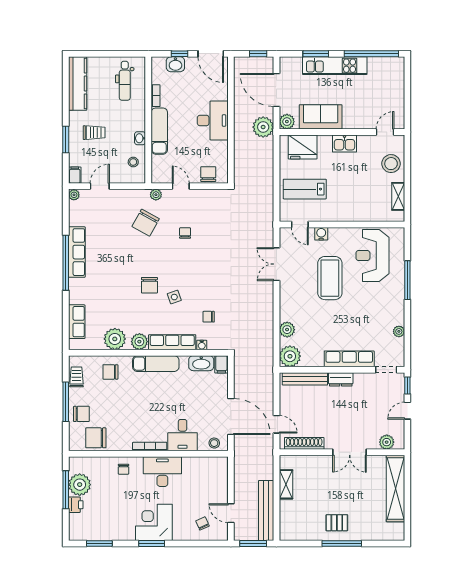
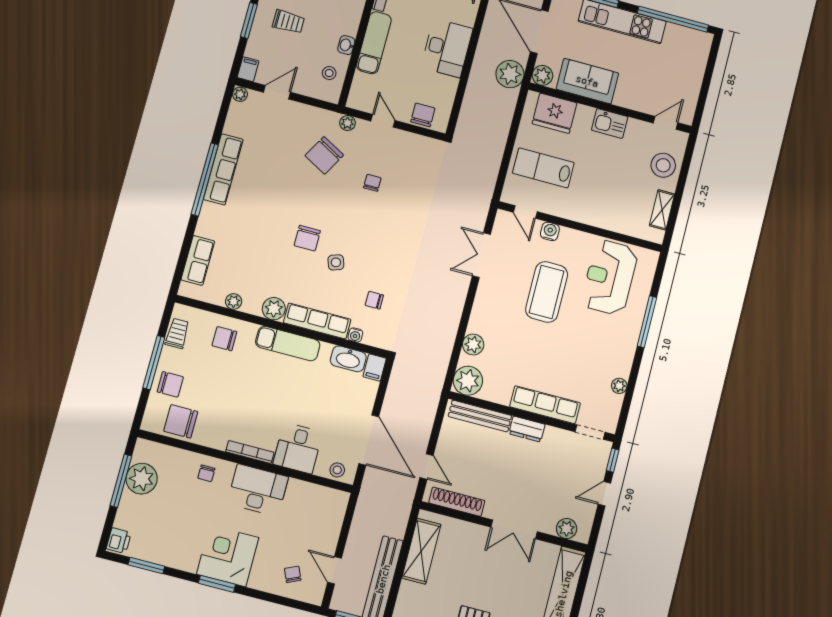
plant: (115, 339) -> (234, 301), width x0.53, depth x0.53
shelving: (286, 484) -> (421, 551), width x1.50, depth x1.33
printer: (76, 505) -> (119, 541), moved

